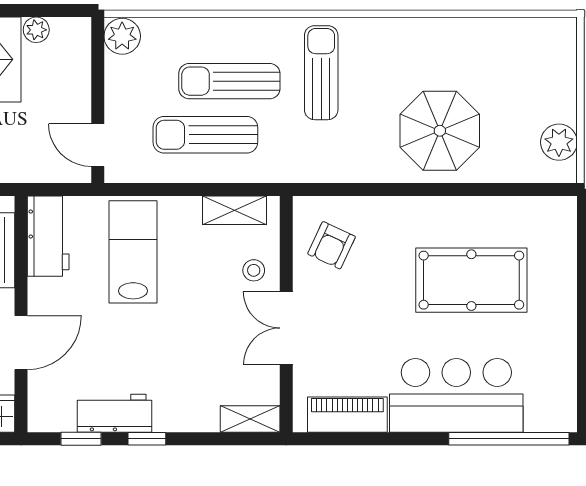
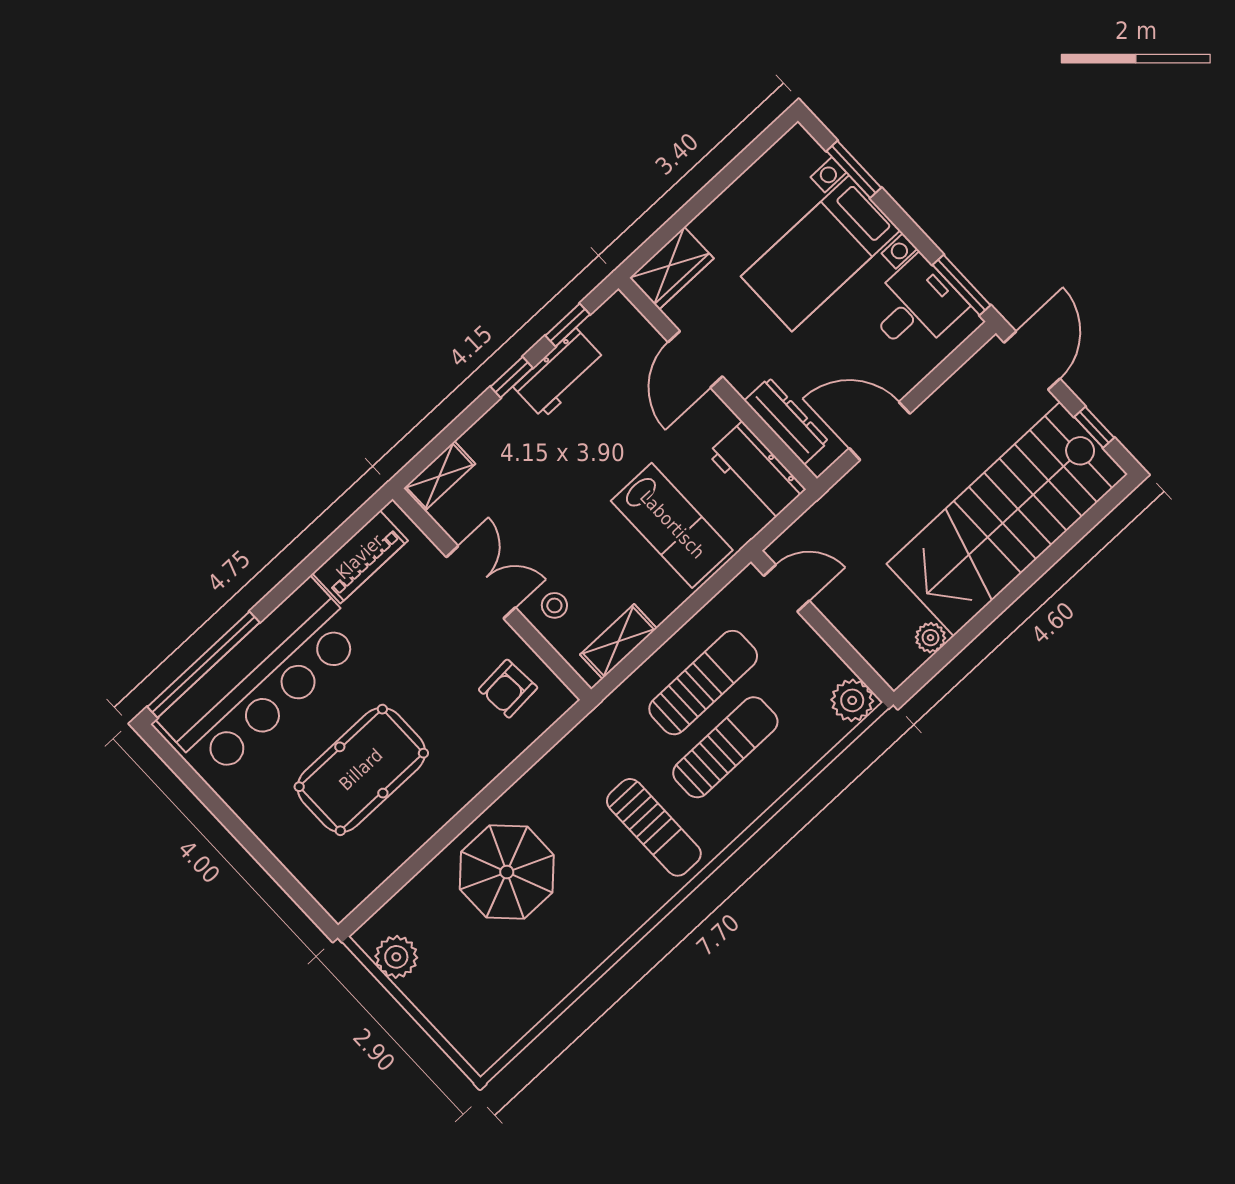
armchair: (332, 245) -> (508, 689), turned -119
bar counter: (456, 395) -> (262, 679), width x1.36

